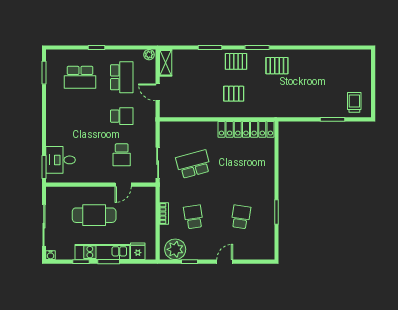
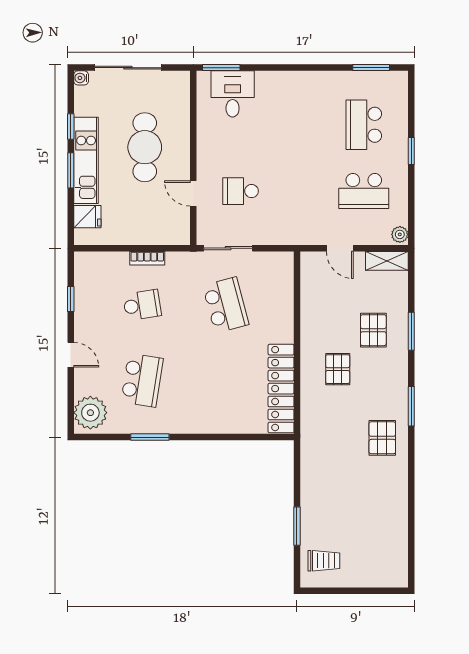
pallet: (236, 61) -> (373, 330), moved
door: (158, 92) -> (340, 248), swing flipped
school desk: (122, 116) -> (302, 191), removed
school desk: (241, 217) -> (142, 380), width x1.85
plant: (175, 249) -> (90, 413), moved

